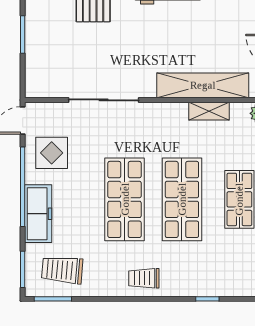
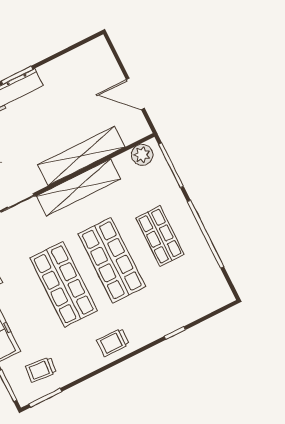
shelving: (209, 111) -> (78, 188), width x2.20, depth x1.33
trolley: (62, 270) -> (41, 370), width x0.73, depth x0.72

